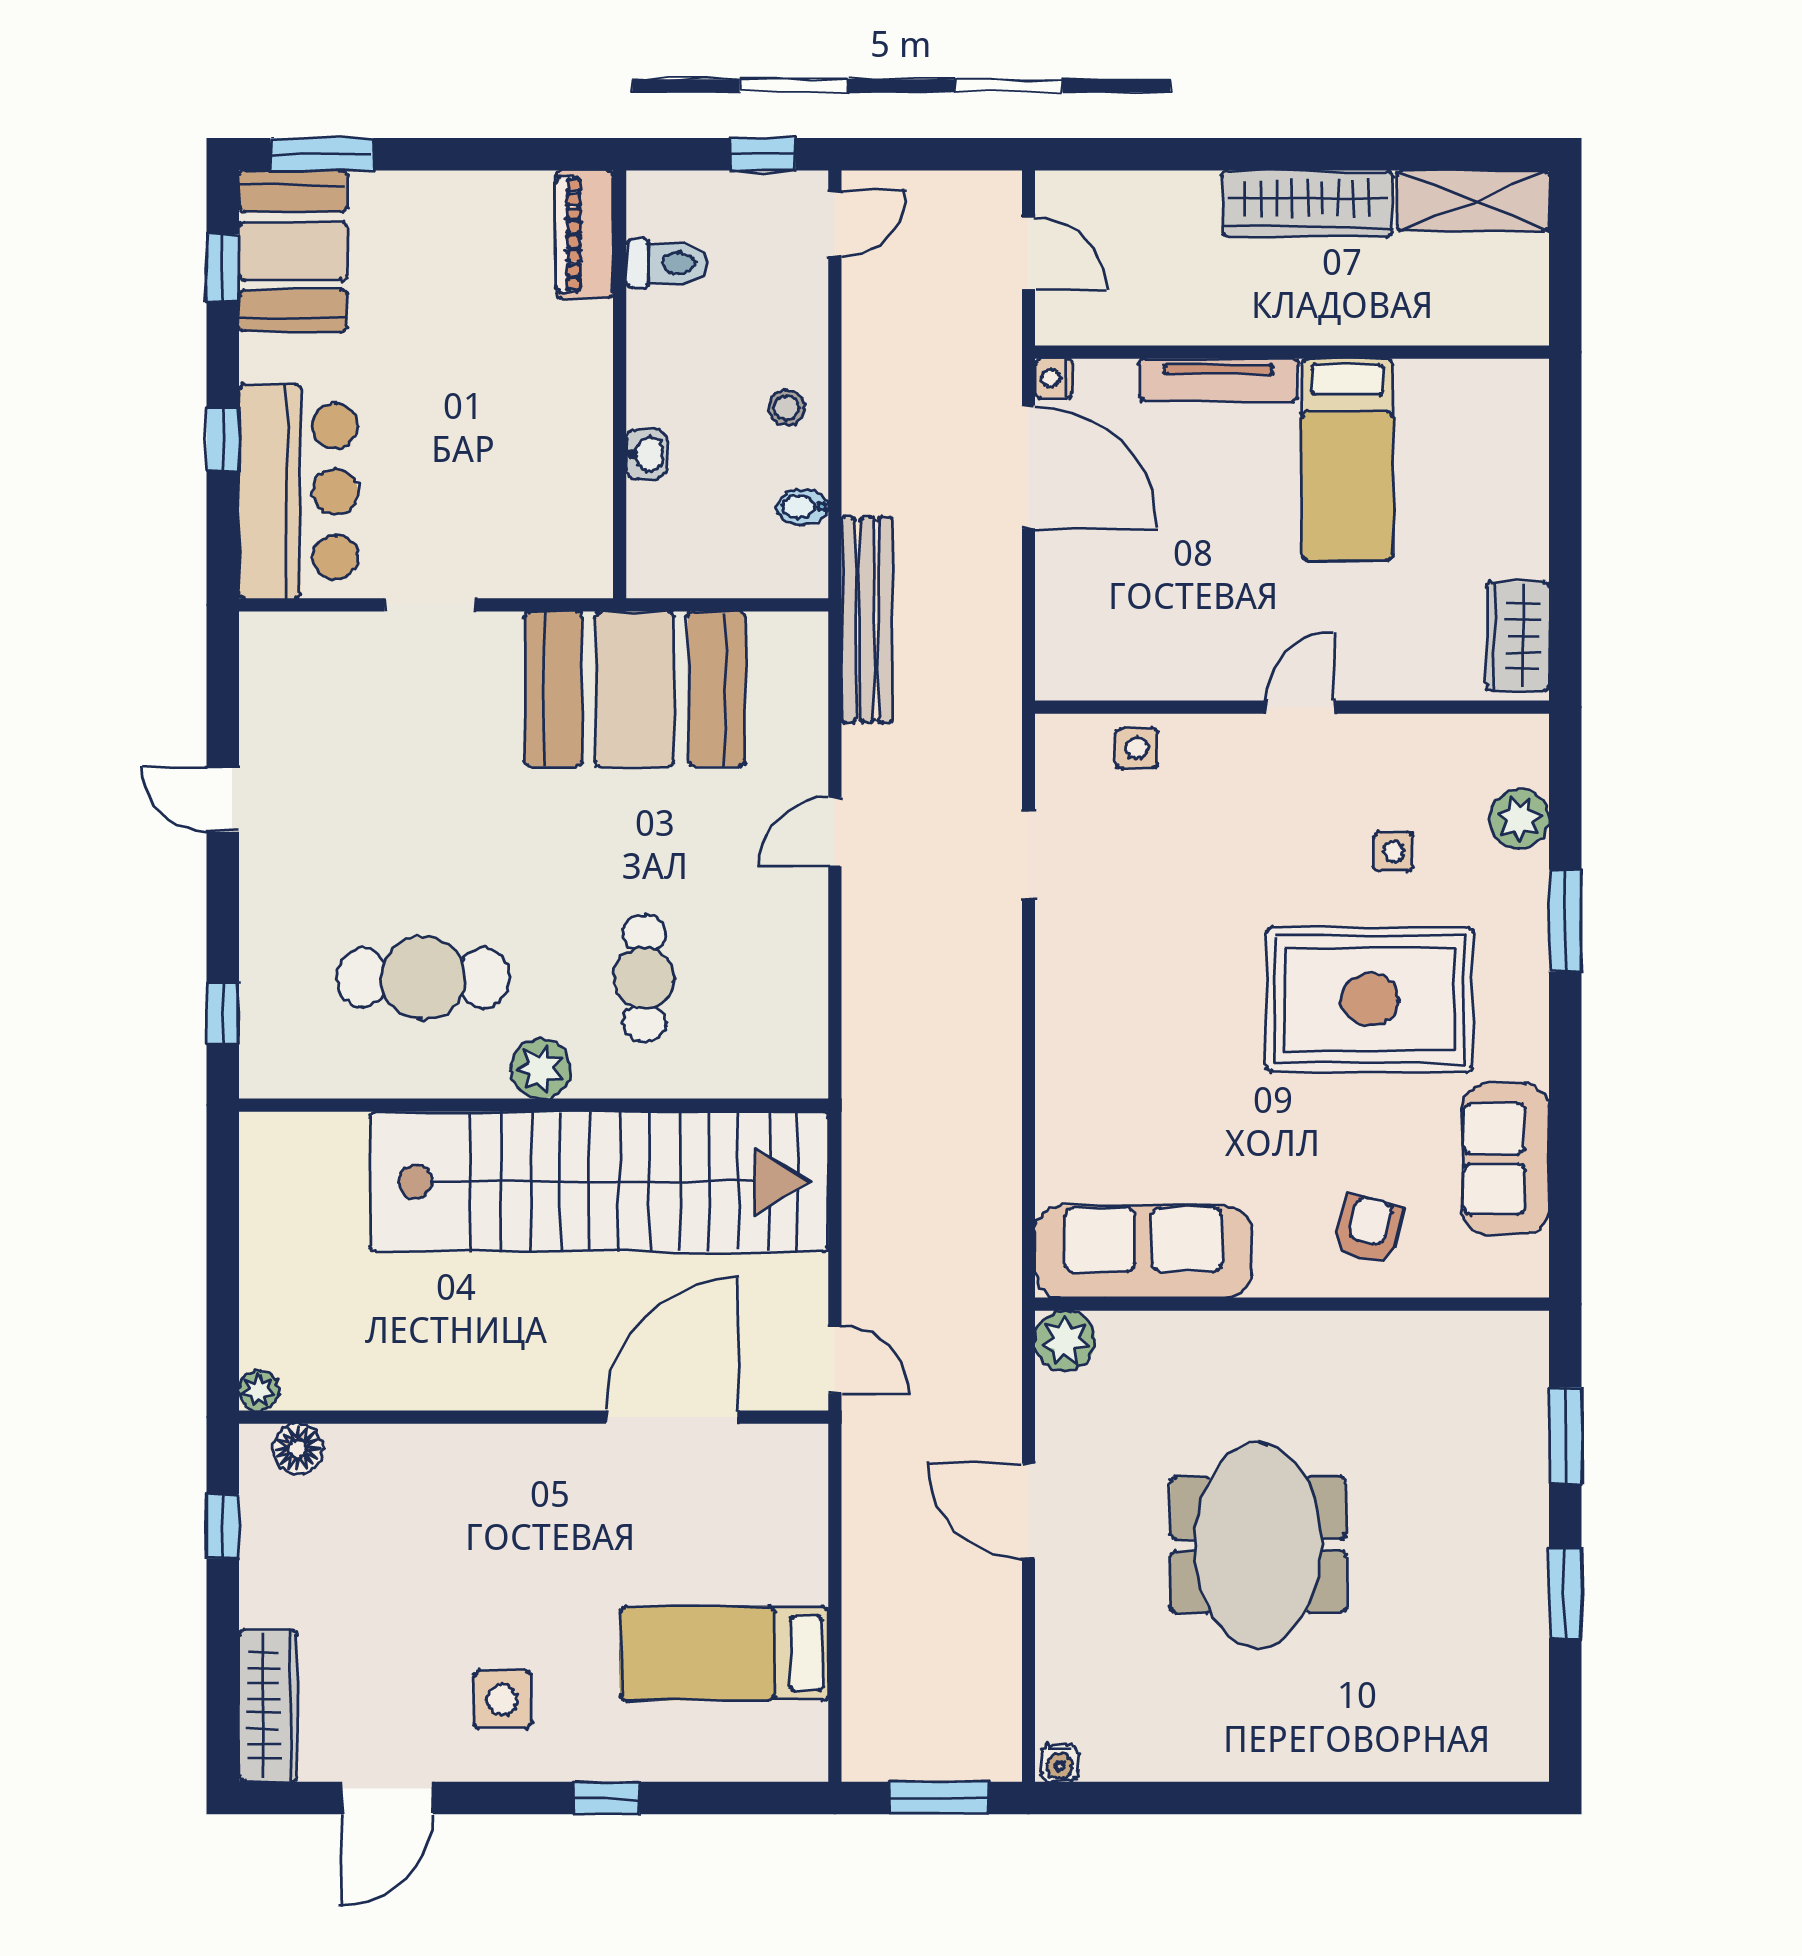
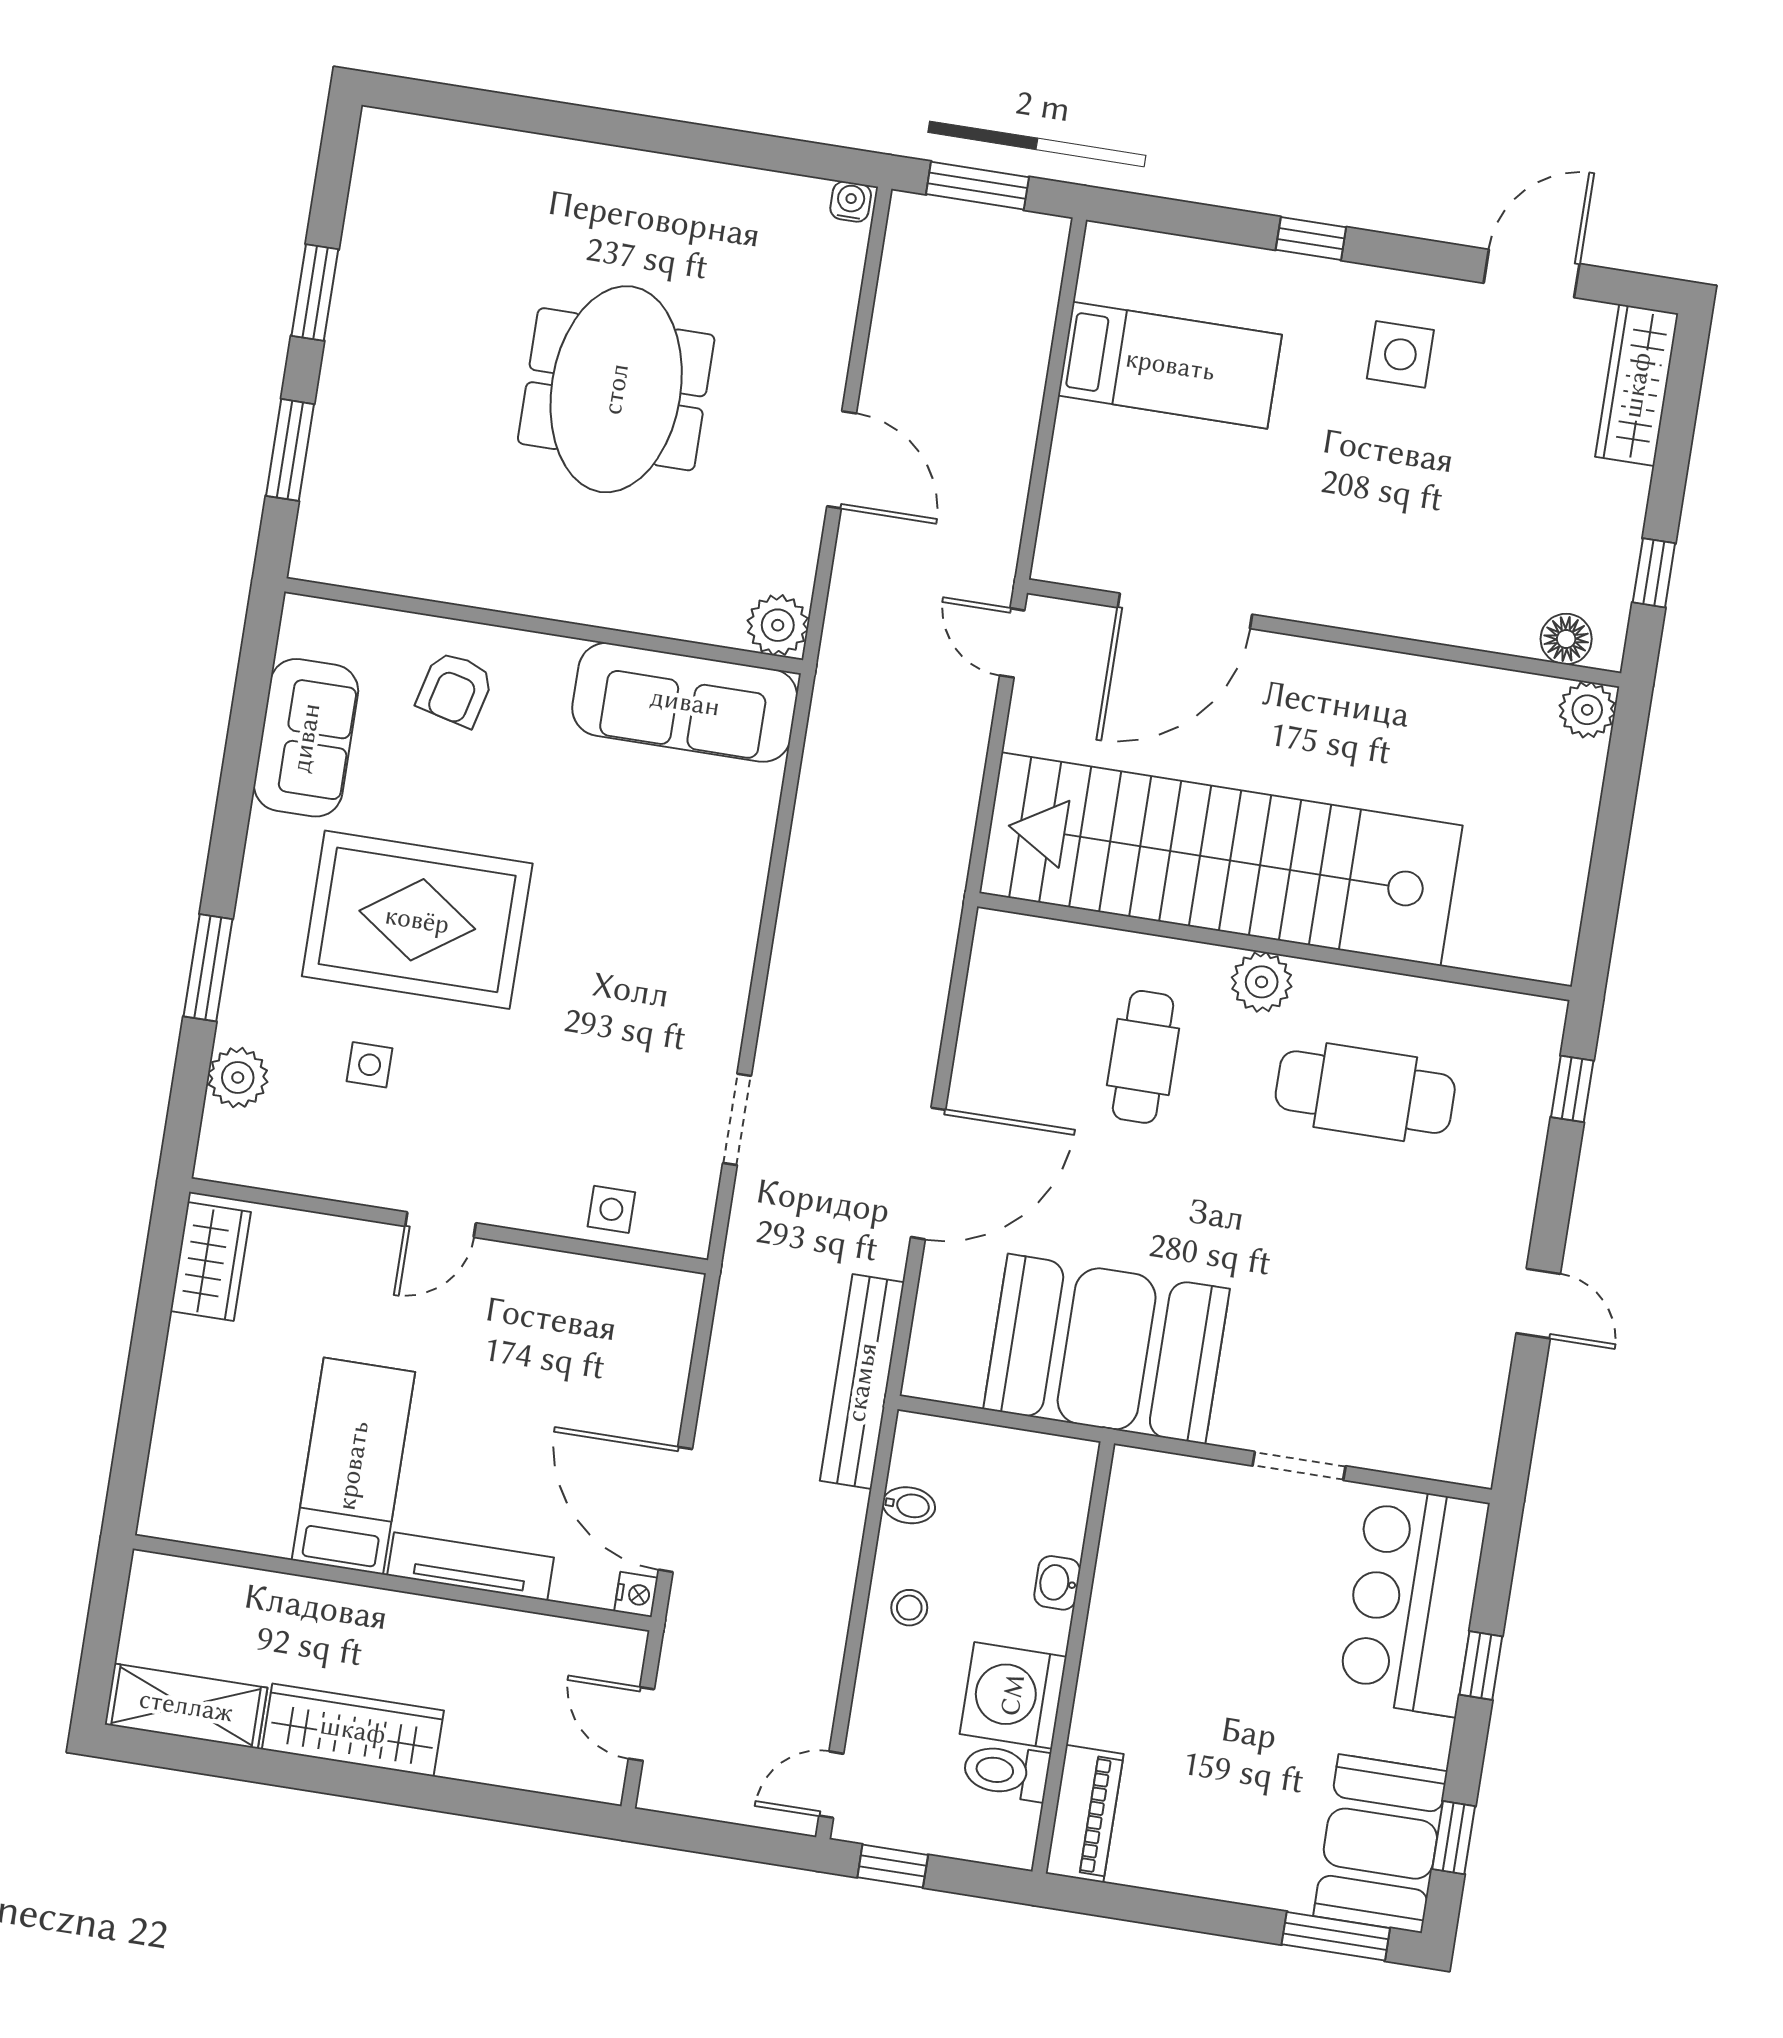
washing machine: (672, 338) -> (1013, 1695), added
door: (835, 832) -> (928, 1173), width x1.88
plant: (259, 1391) -> (1587, 710), width x1.38, depth x1.38

